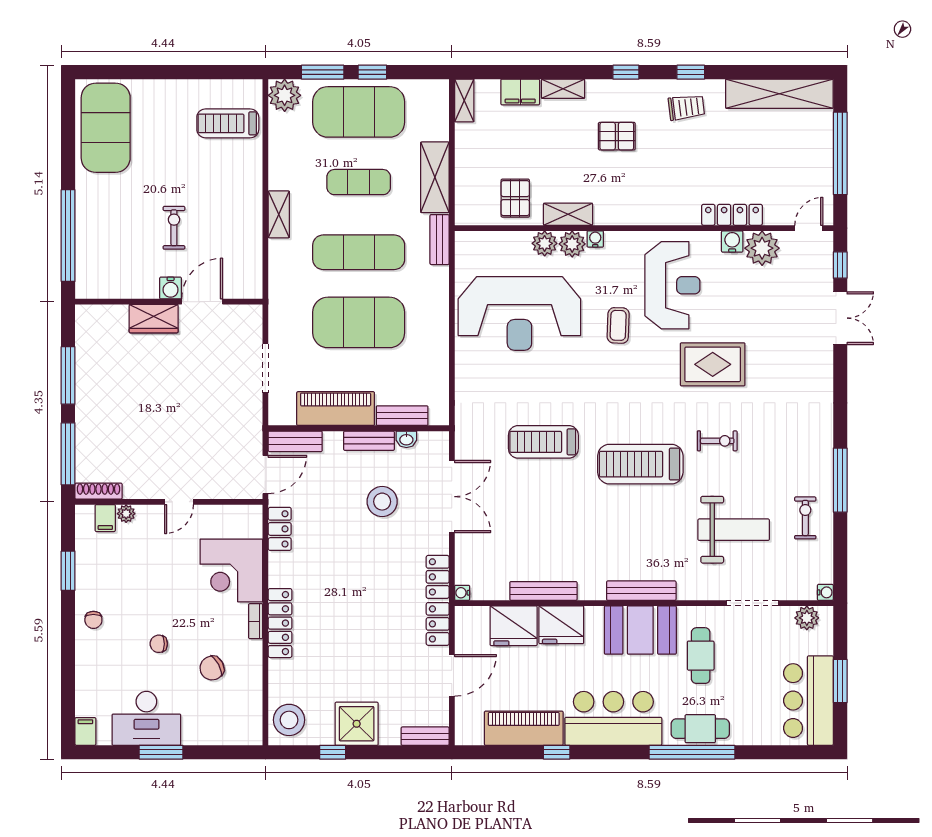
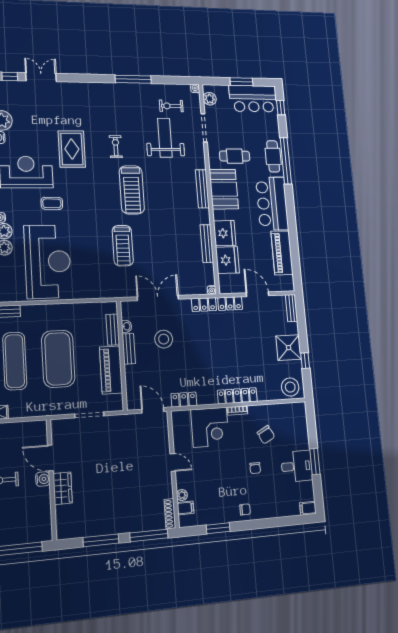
bench: (295, 441) -> (132, 394), removed
exercise bike: (805, 518) -> (171, 106), moved
desk: (146, 718) -> (297, 466), width x0.73
window: (557, 752) -> (281, 108), moved

